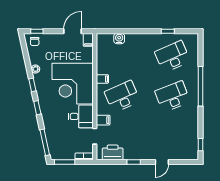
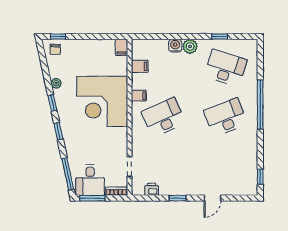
door: (73, 31) -> (102, 37), removed
water cooler: (119, 39) -> (175, 46), moved
plant: (144, 39) -> (190, 46), added
desk: (172, 57) -> (226, 68), turned 42
desk: (81, 116) -> (90, 180), moved, turned 90
filing cabinet: (103, 120) -> (140, 66), moved
printer: (113, 152) -> (152, 189), width x0.53, depth x0.68

